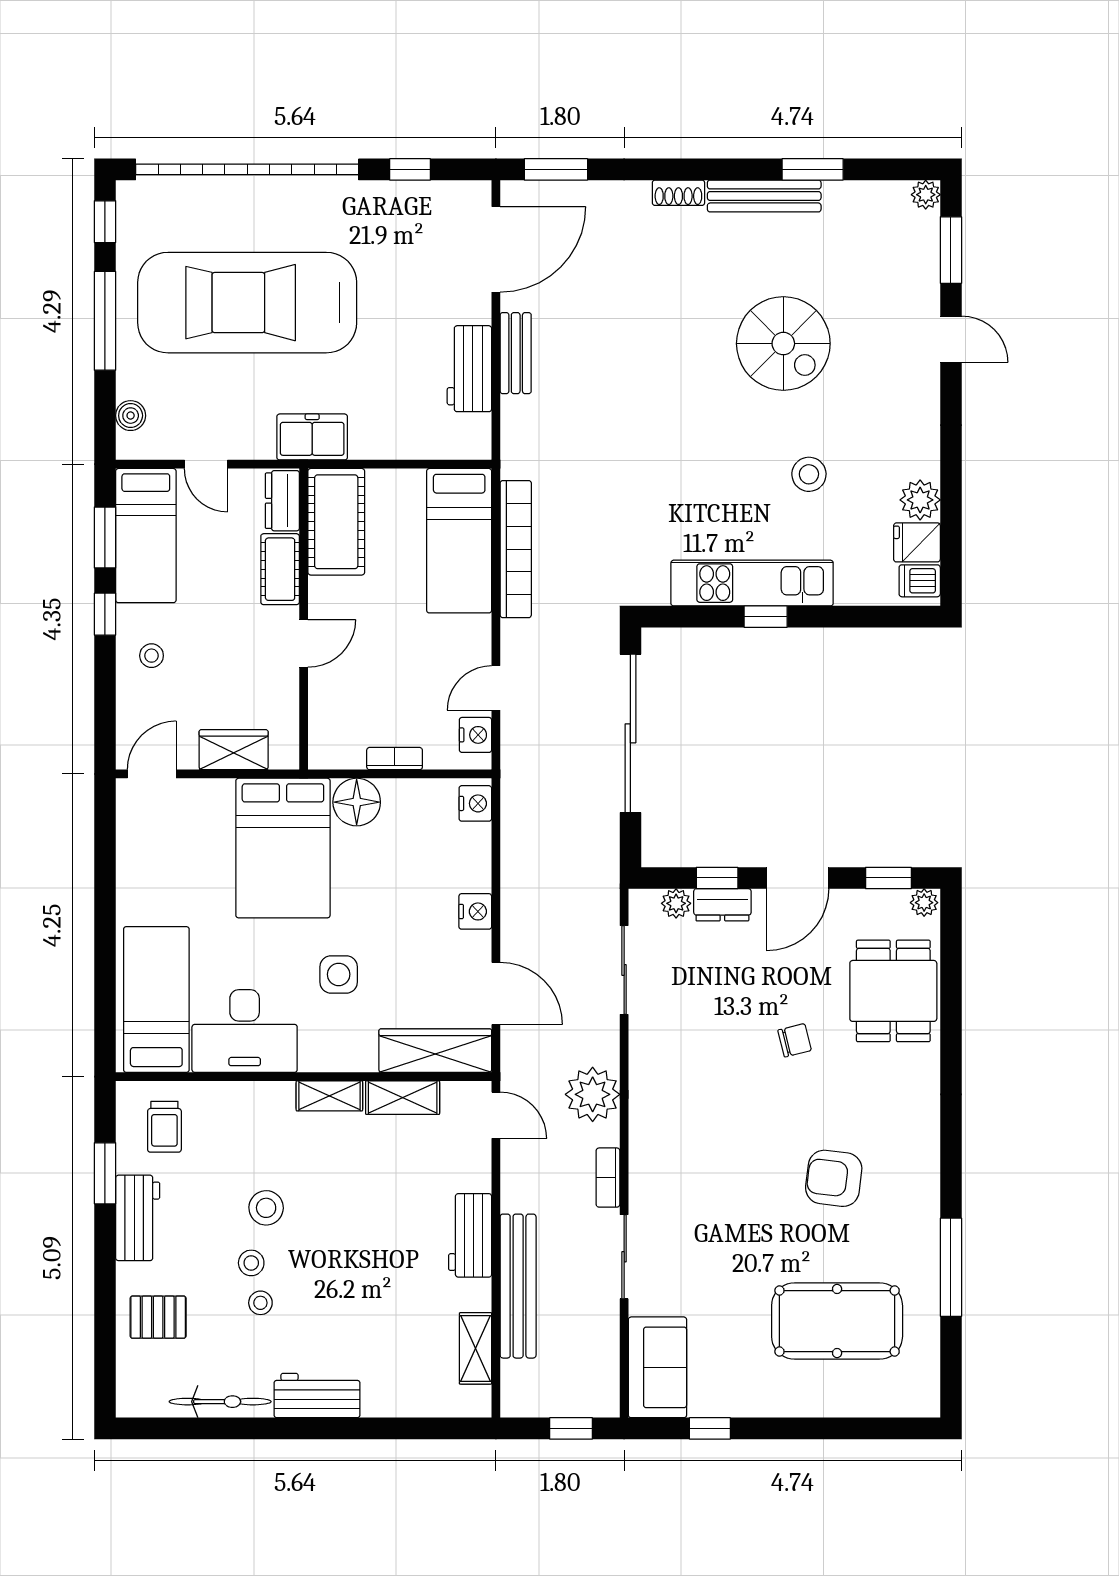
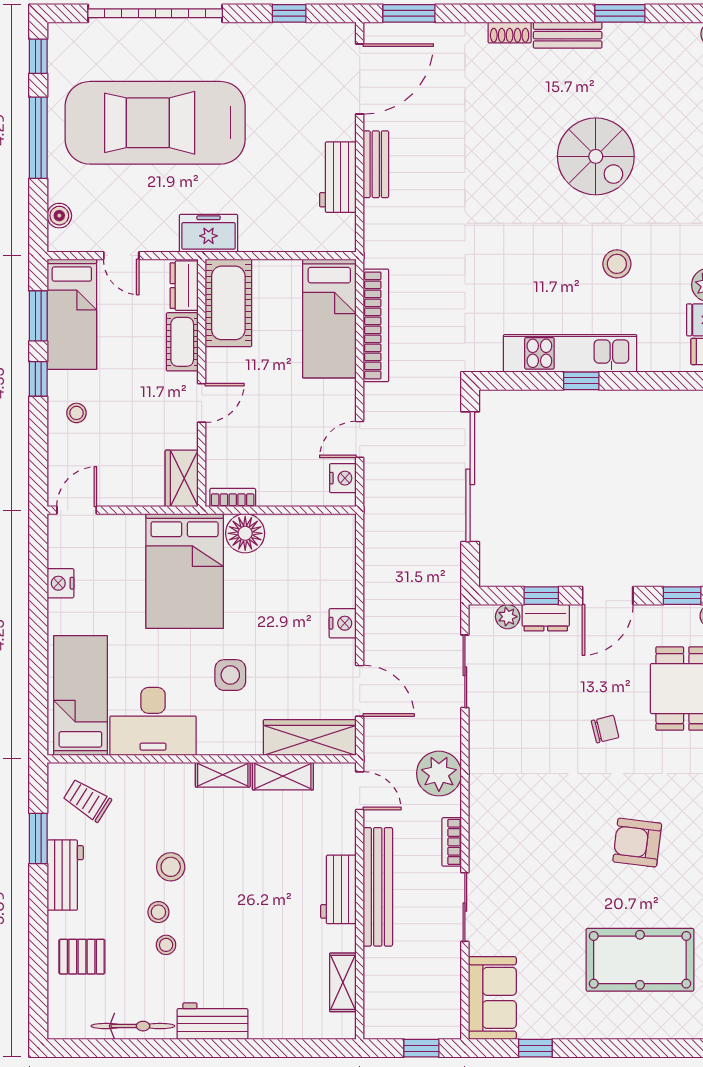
garage door: (247, 169) -> (155, 13), width x0.73
bench: (764, 196) -> (568, 35), width x0.73
wardrobe: (234, 750) -> (182, 478), moved, turned -90
bookcase: (395, 759) -> (233, 498), moved
nightstand: (475, 803) -> (60, 583), moved, turned 180
trolley: (164, 1127) -> (87, 800), turned 122
bench: (518, 1286) -> (378, 887), moved

